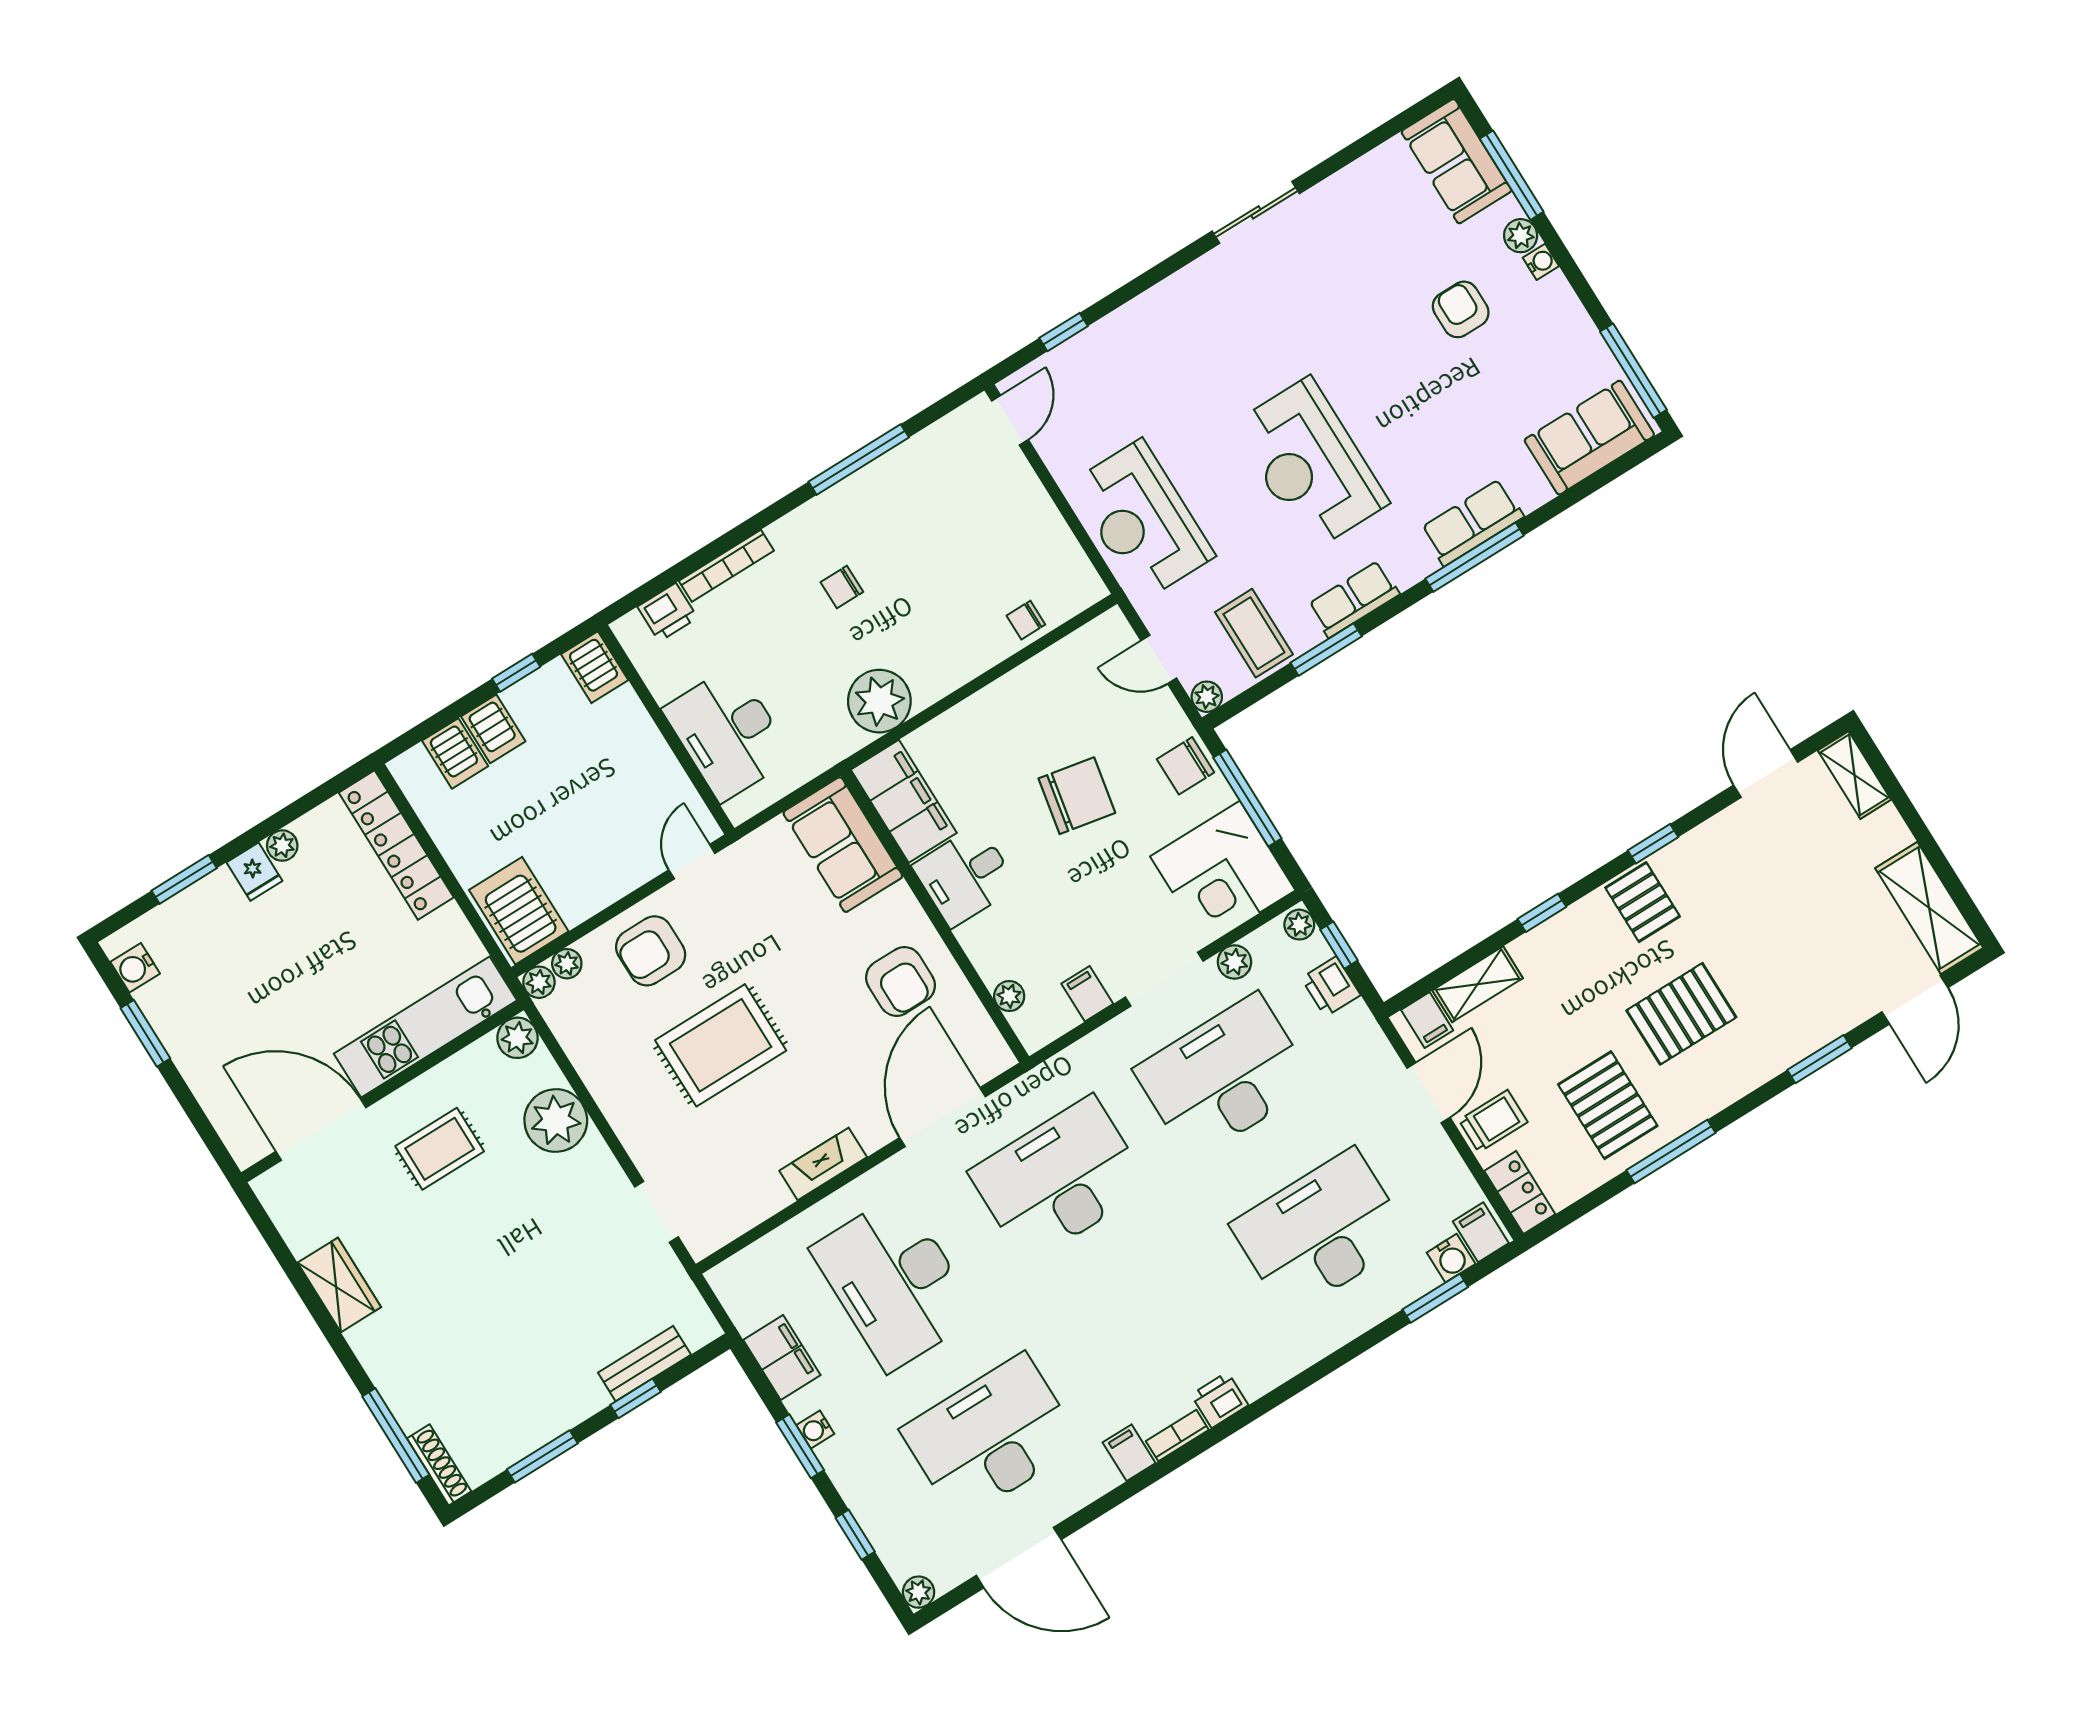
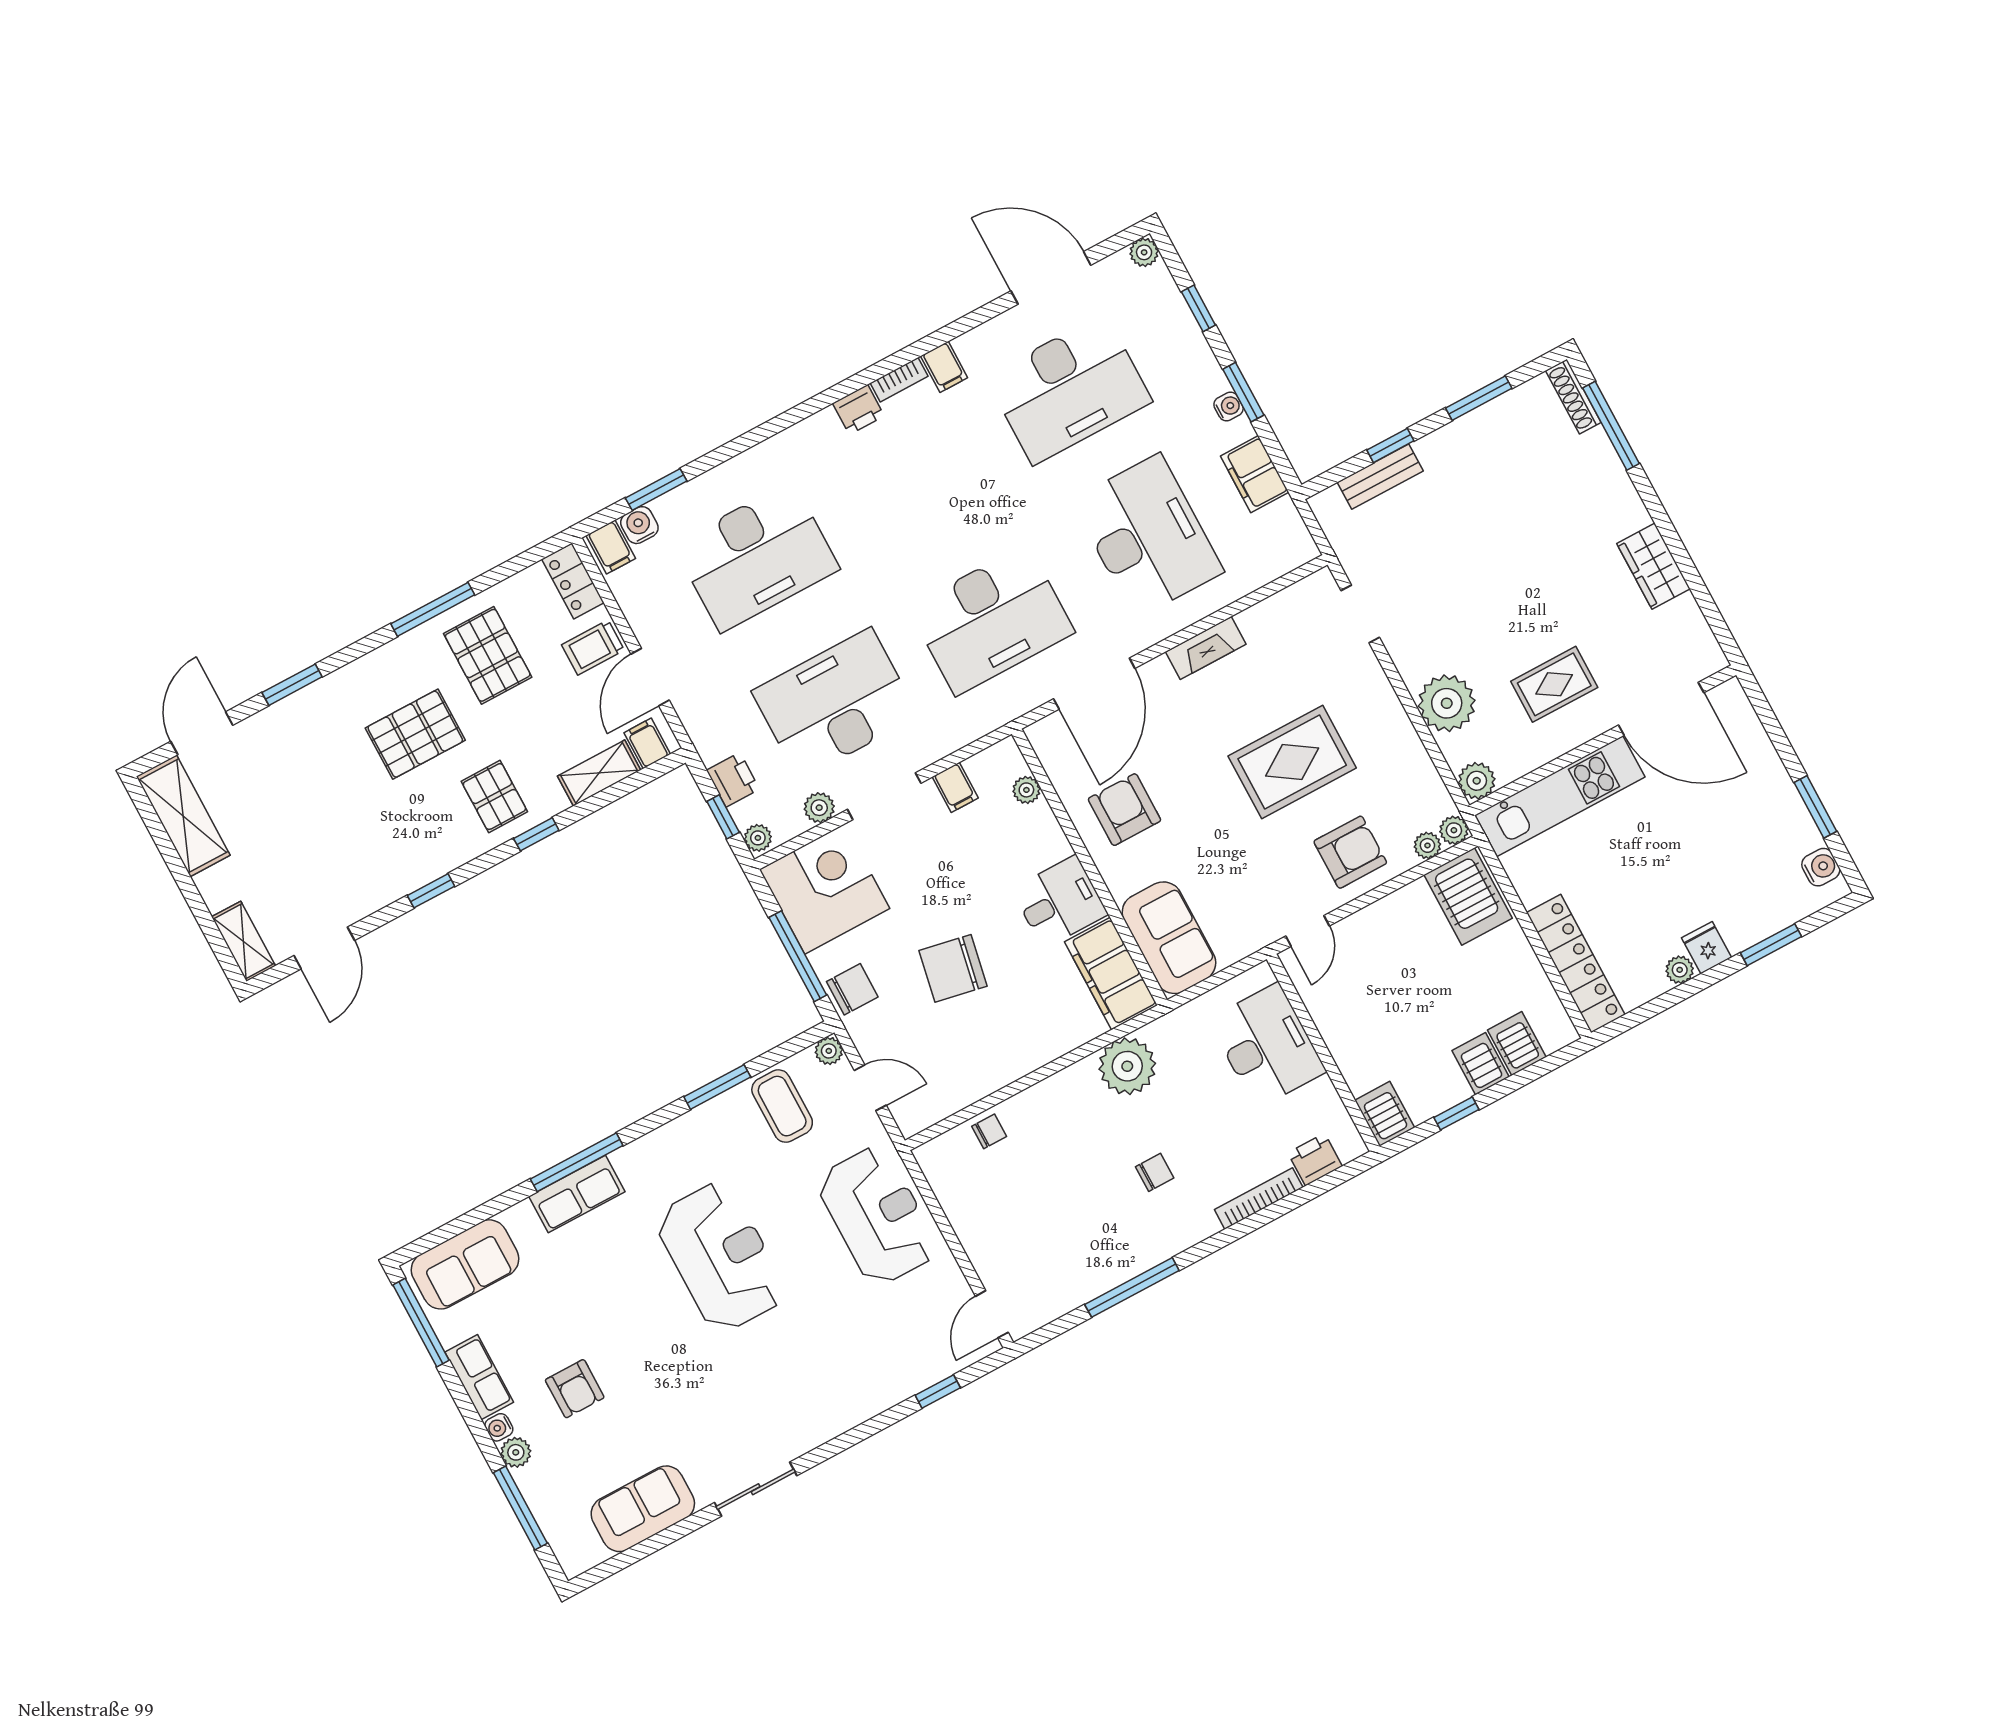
sofa: (1456, 161) -> (643, 1509), moved, turned -90
row of seats: (1354, 599) -> (479, 1377), moved, turned -90
pallet: (1643, 902) -> (494, 797), moved
desk: (1224, 1077) -> (835, 704), turned 180

